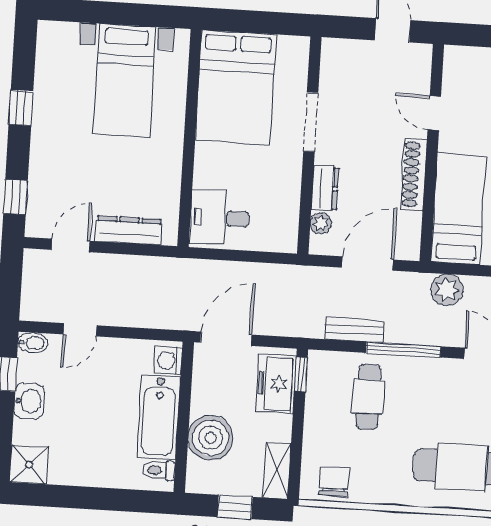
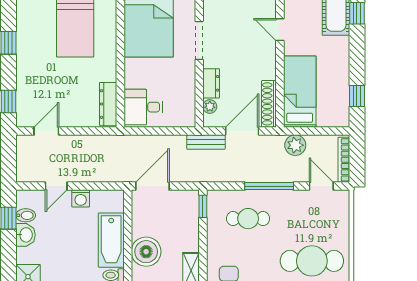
shoe rack: (414, 174) -> (269, 104), moved
dresser: (129, 230) -> (108, 104), moved, turned -90
bench: (354, 330) -> (206, 142), moved
bidet: (33, 343) -> (26, 215), moved
washing machine: (168, 361) -> (81, 198), moved, turned -90
freezer: (276, 384) -> (187, 214), removed
cafe table: (368, 397) -> (248, 219), turned 90

